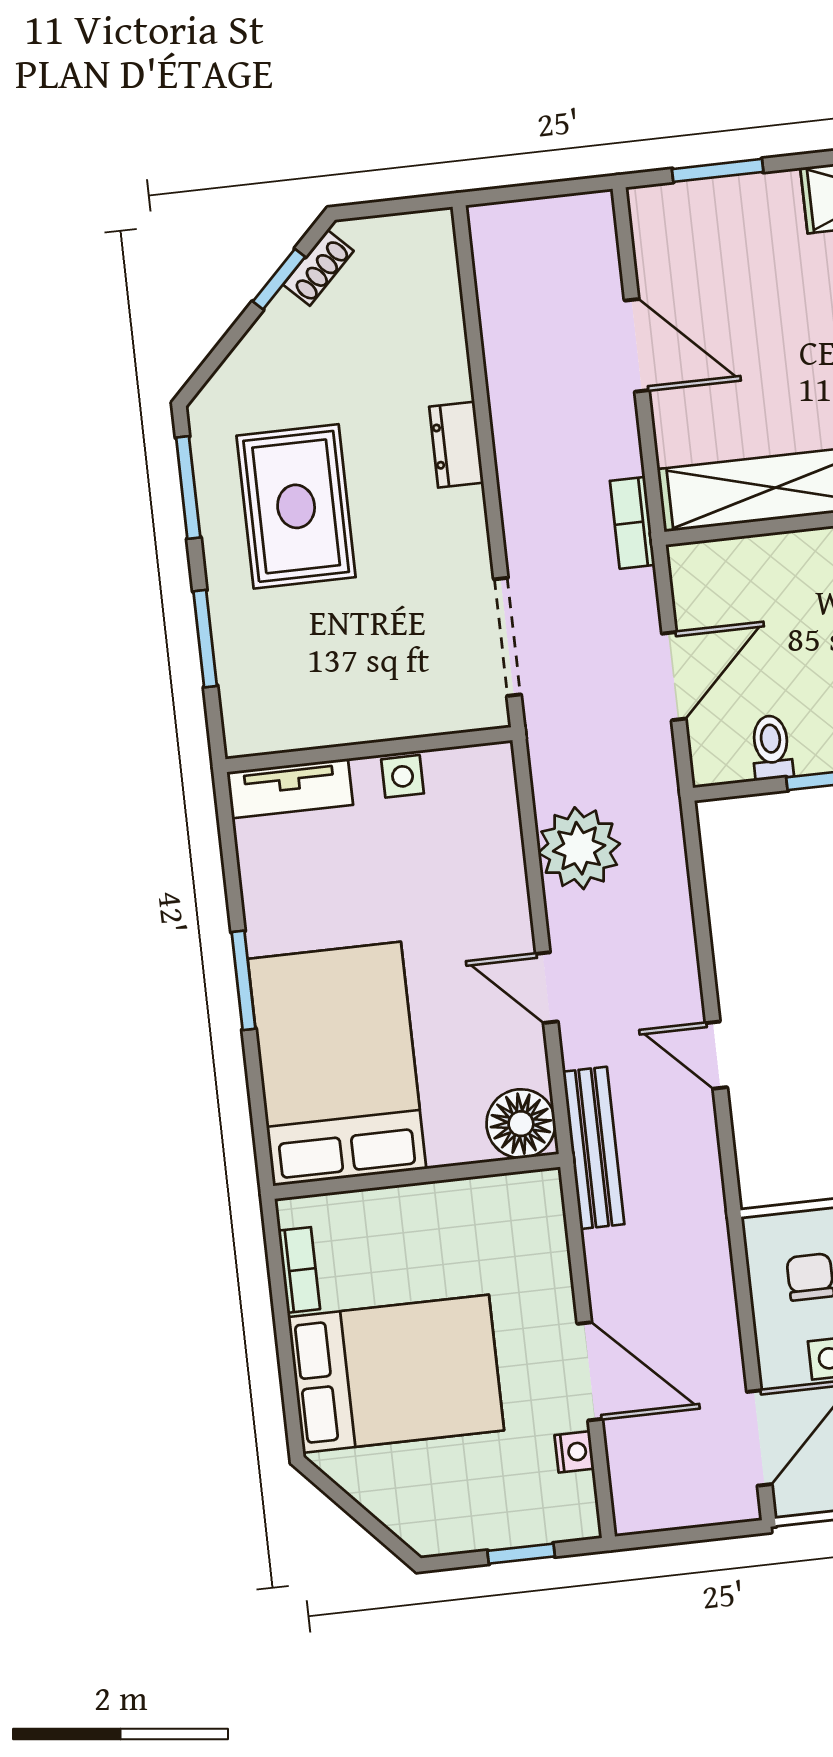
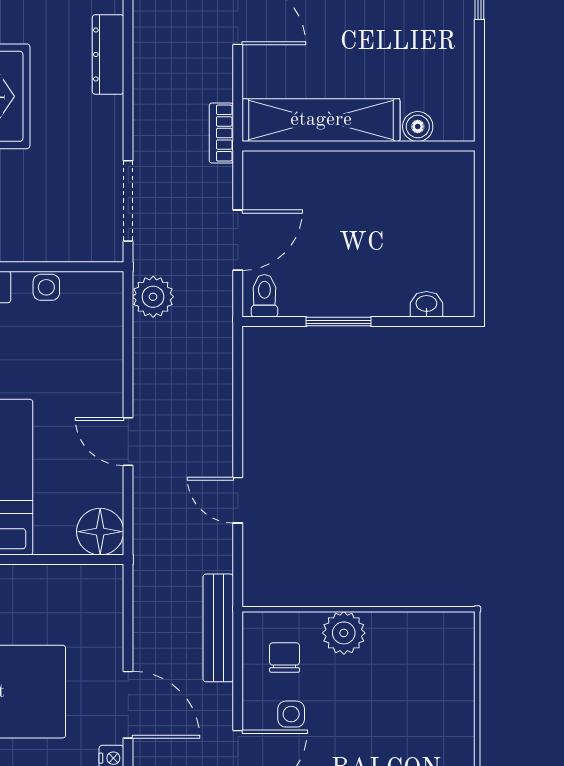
dresser: (456, 445) -> (108, 54), width x1.44
toilet: (771, 747) -> (264, 296), moved
plant: (579, 848) -> (153, 297), moved, width x0.73, depth x0.73
bench: (594, 1148) -> (218, 628), moved

